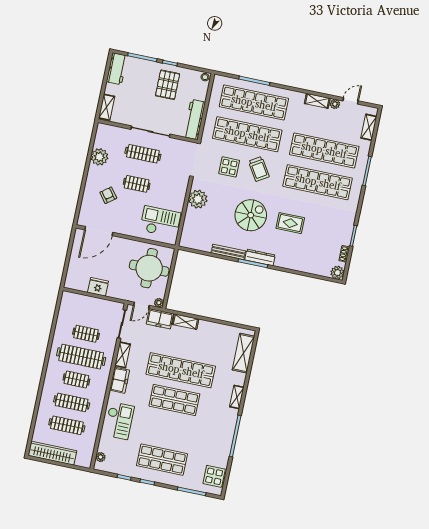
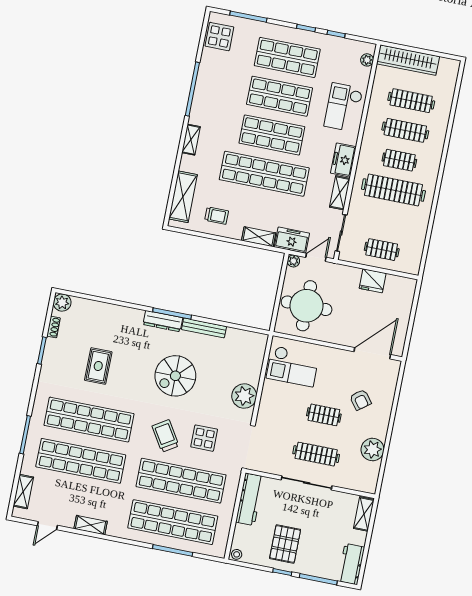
plant: (335, 104) -> (68, 521), removed
rug: (290, 223) -> (98, 366), moved, turned 90
clothes rail: (86, 334) -> (382, 250), moved
trolley: (218, 338) -> (217, 216), added
shop shelf: (168, 430) -> (280, 96), added
wardrobe: (52, 453) -> (408, 60), moved

